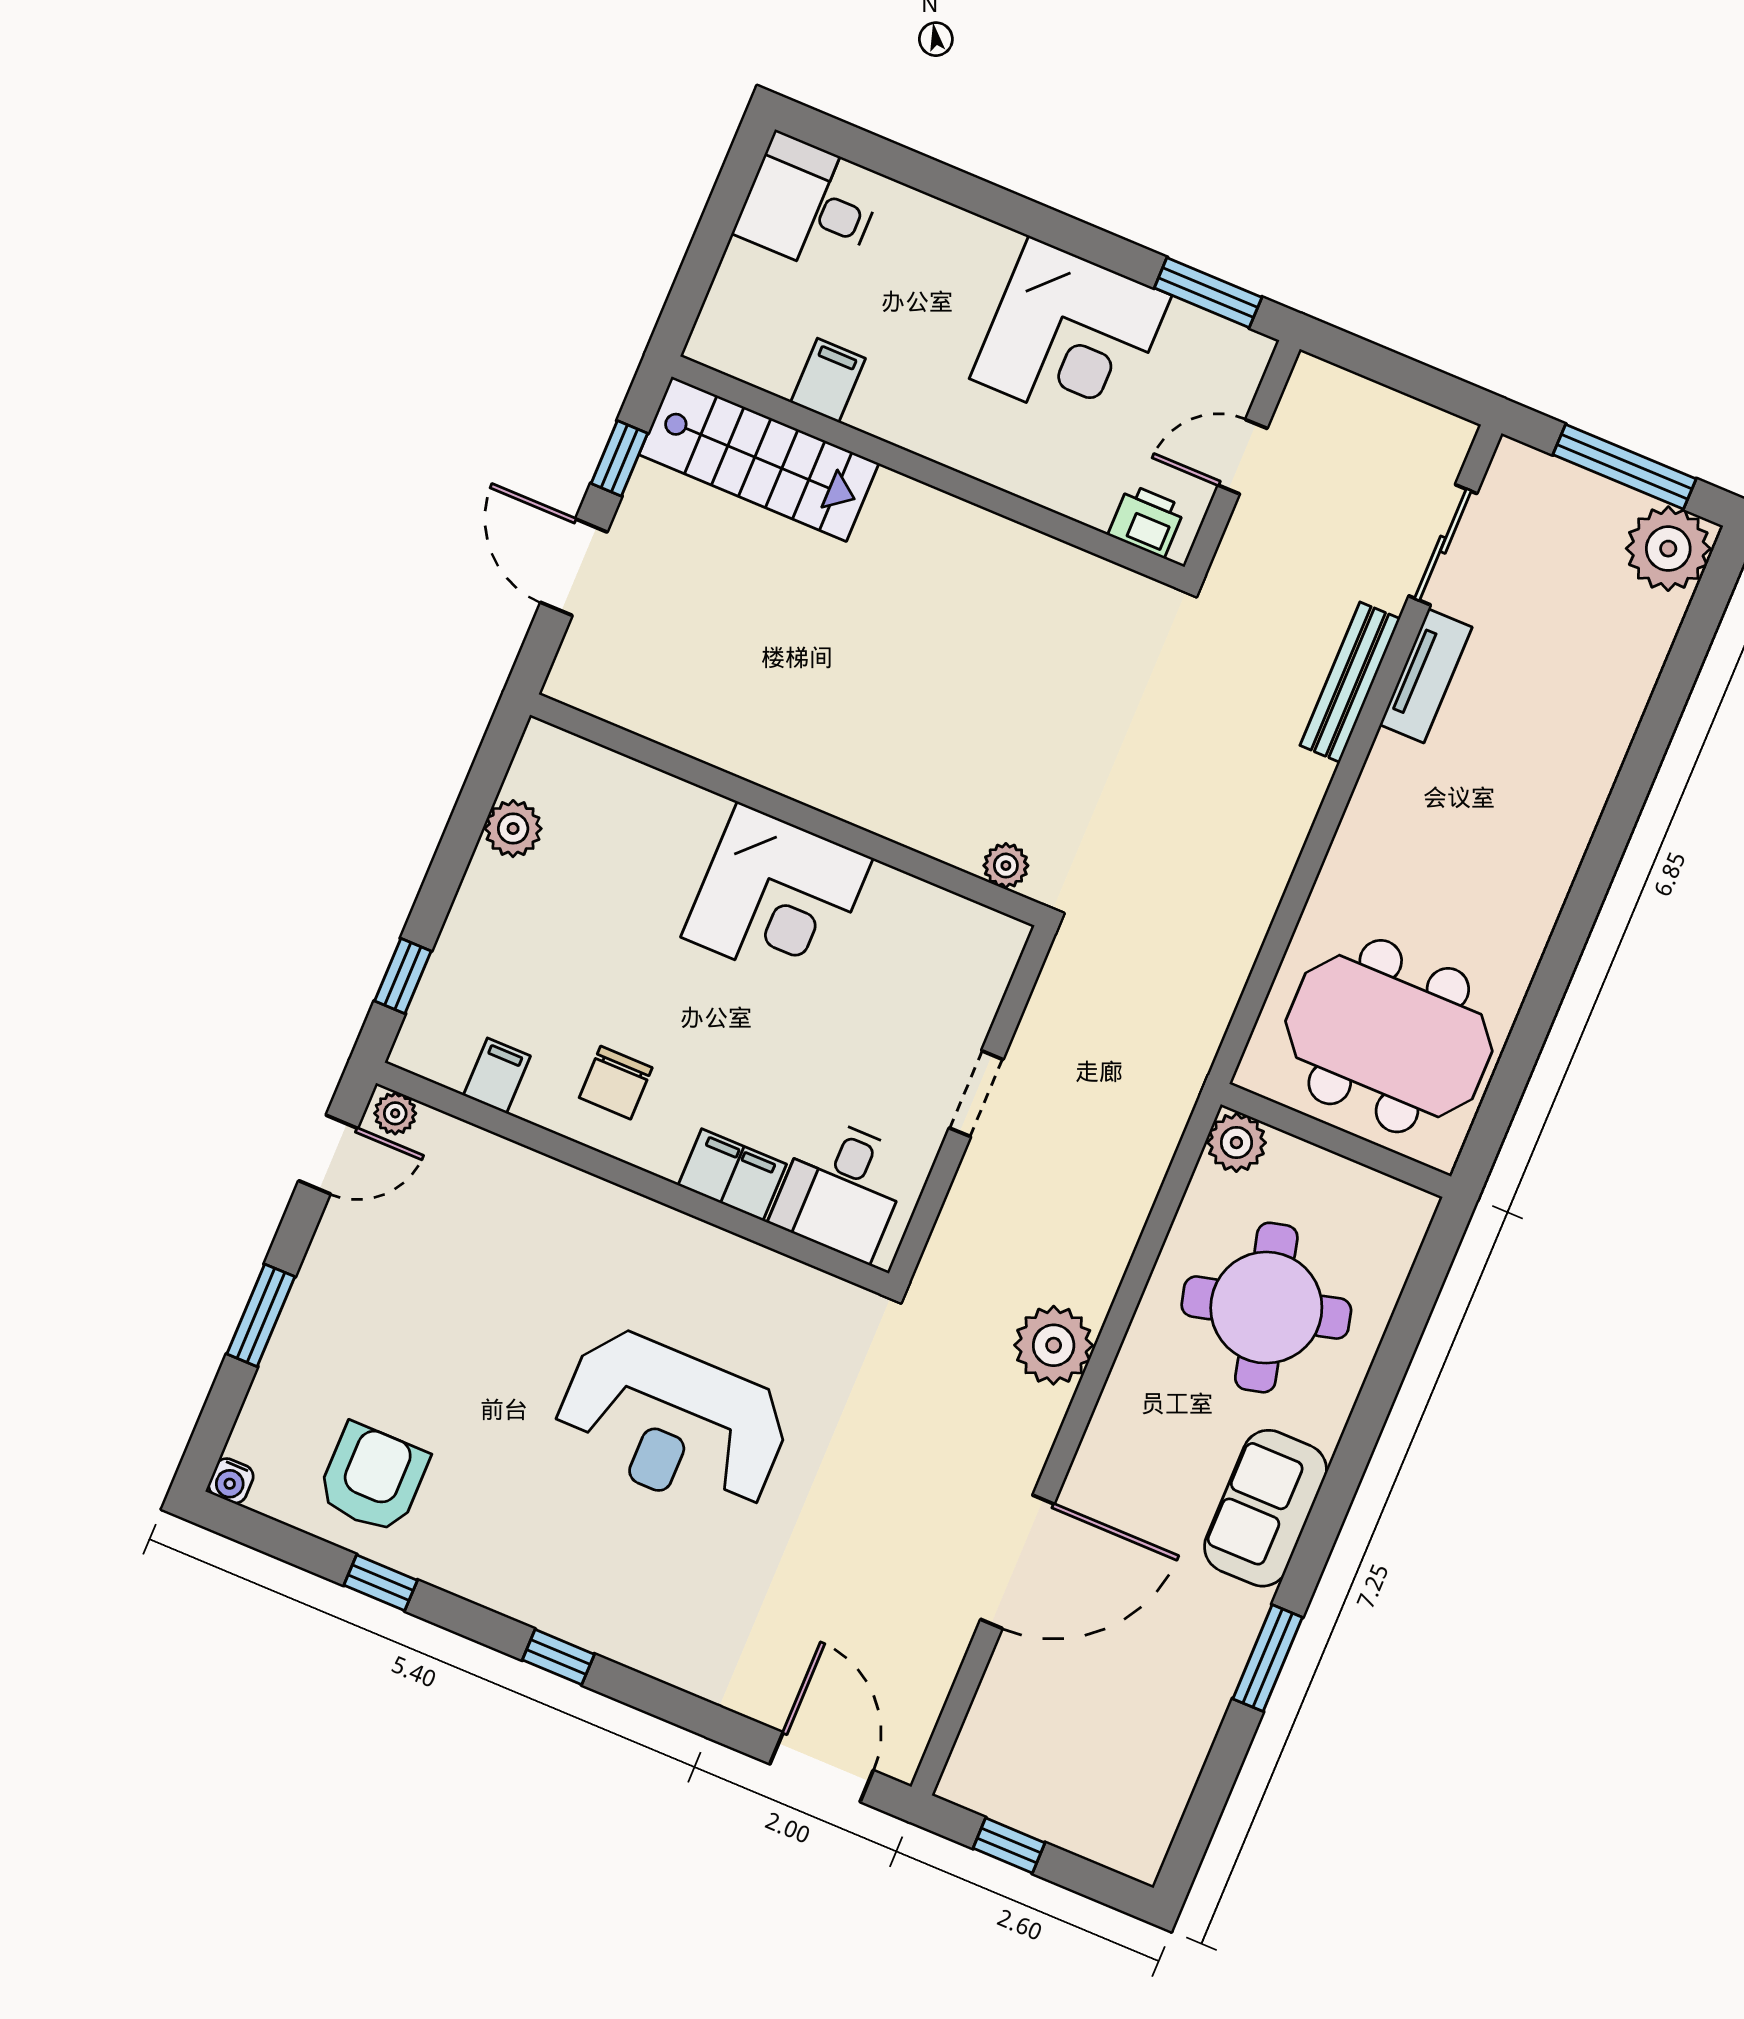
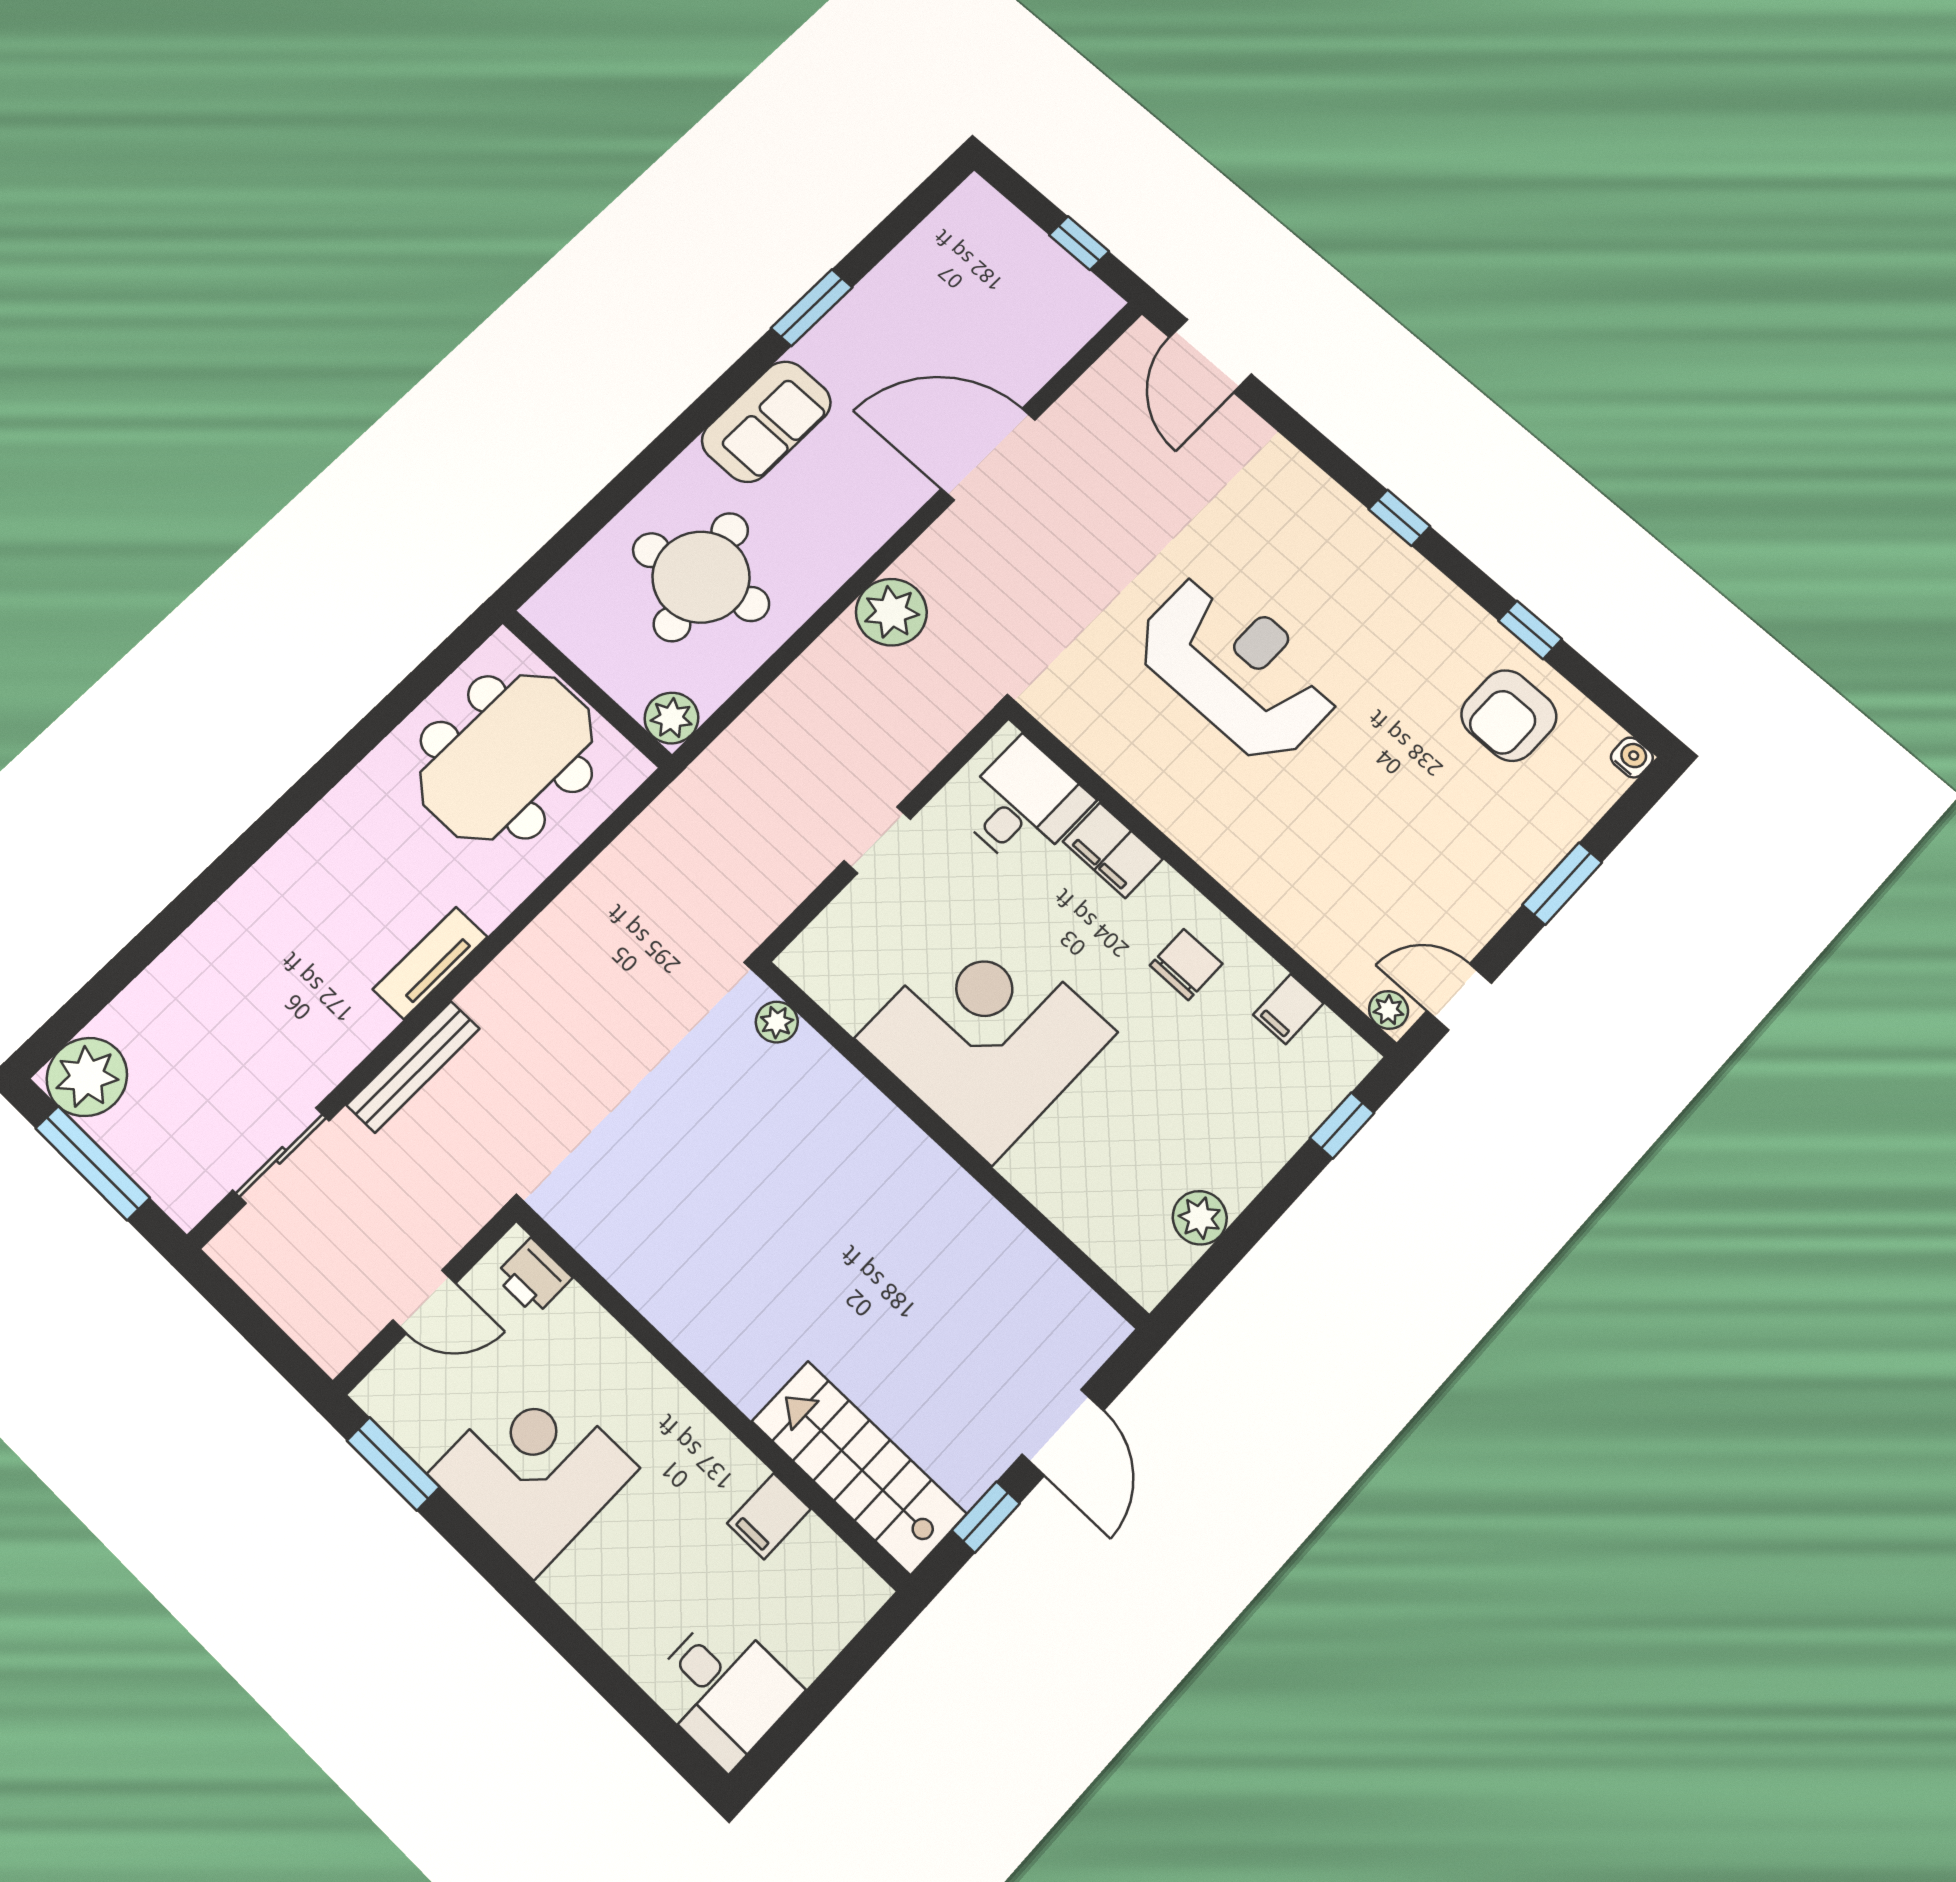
tv unit: (1426, 676) -> (430, 963), moved
corner desk: (777, 898) -> (986, 1035), width x1.36, depth x1.36
meeting table: (1389, 1036) -> (506, 757), turned 90

